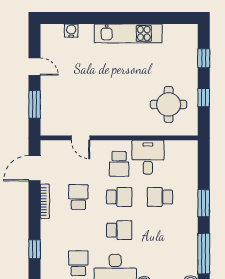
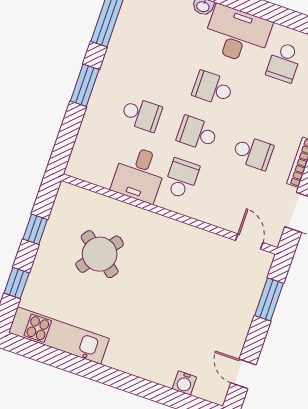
kitchen unit: (128, 33) -> (59, 335), moved
door: (35, 67) -> (243, 374), moved
round table: (169, 104) -> (100, 254), moved, turned 37
door: (81, 138) -> (249, 242), moved
school desk: (78, 197) -> (253, 153), turned -90

